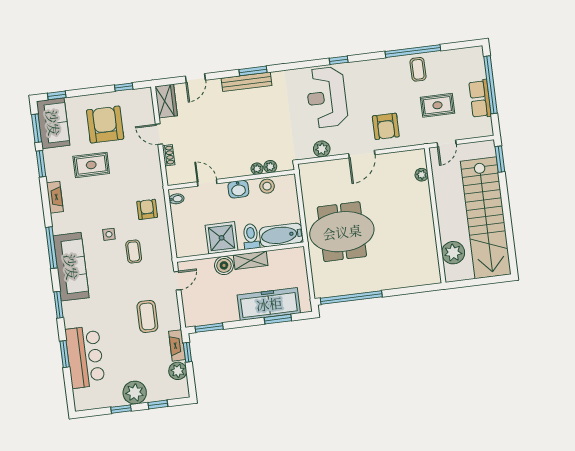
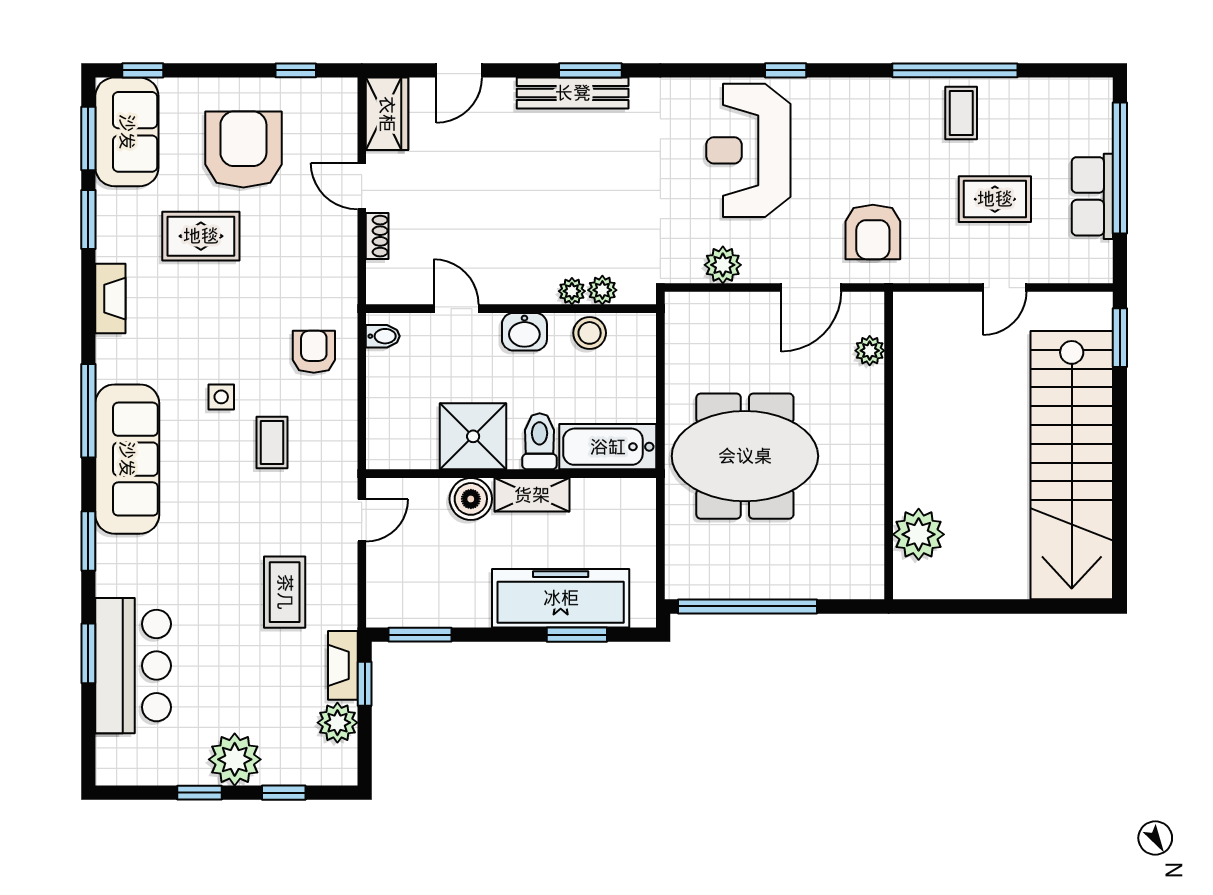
plant: (422, 175) -> (870, 351), moved
wall: (435, 215) -> (889, 446), moved
plant: (453, 253) -> (919, 534), moved

